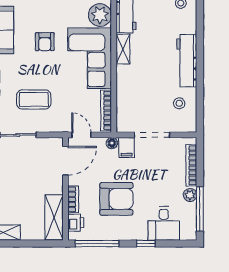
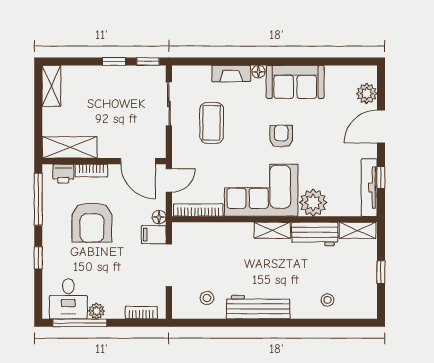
armchair: (45, 42) -> (281, 136), turned 90
bookcase: (191, 165) -> (141, 313), width x0.64
desk: (164, 223) -> (68, 299), moved, turned -90

